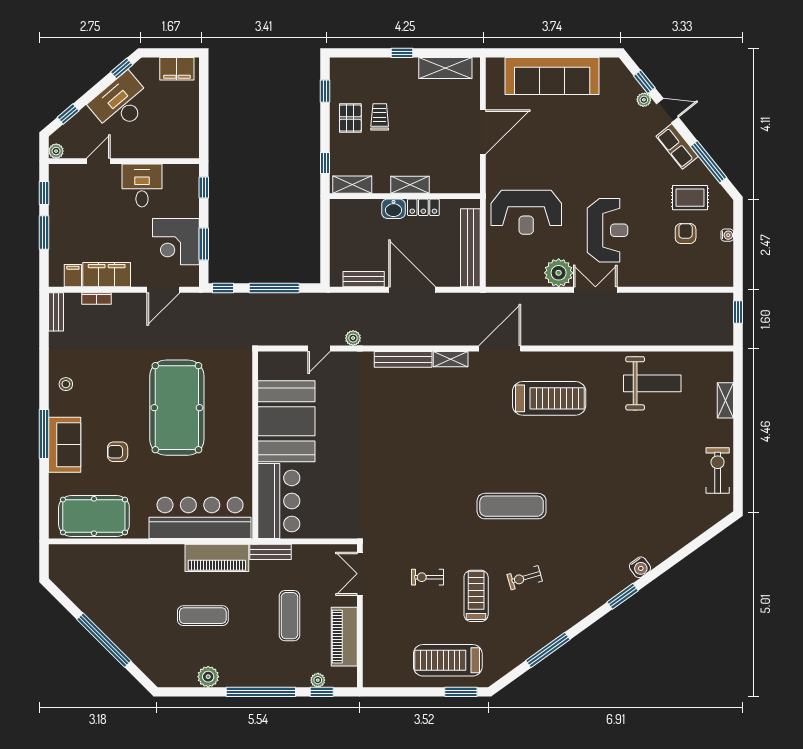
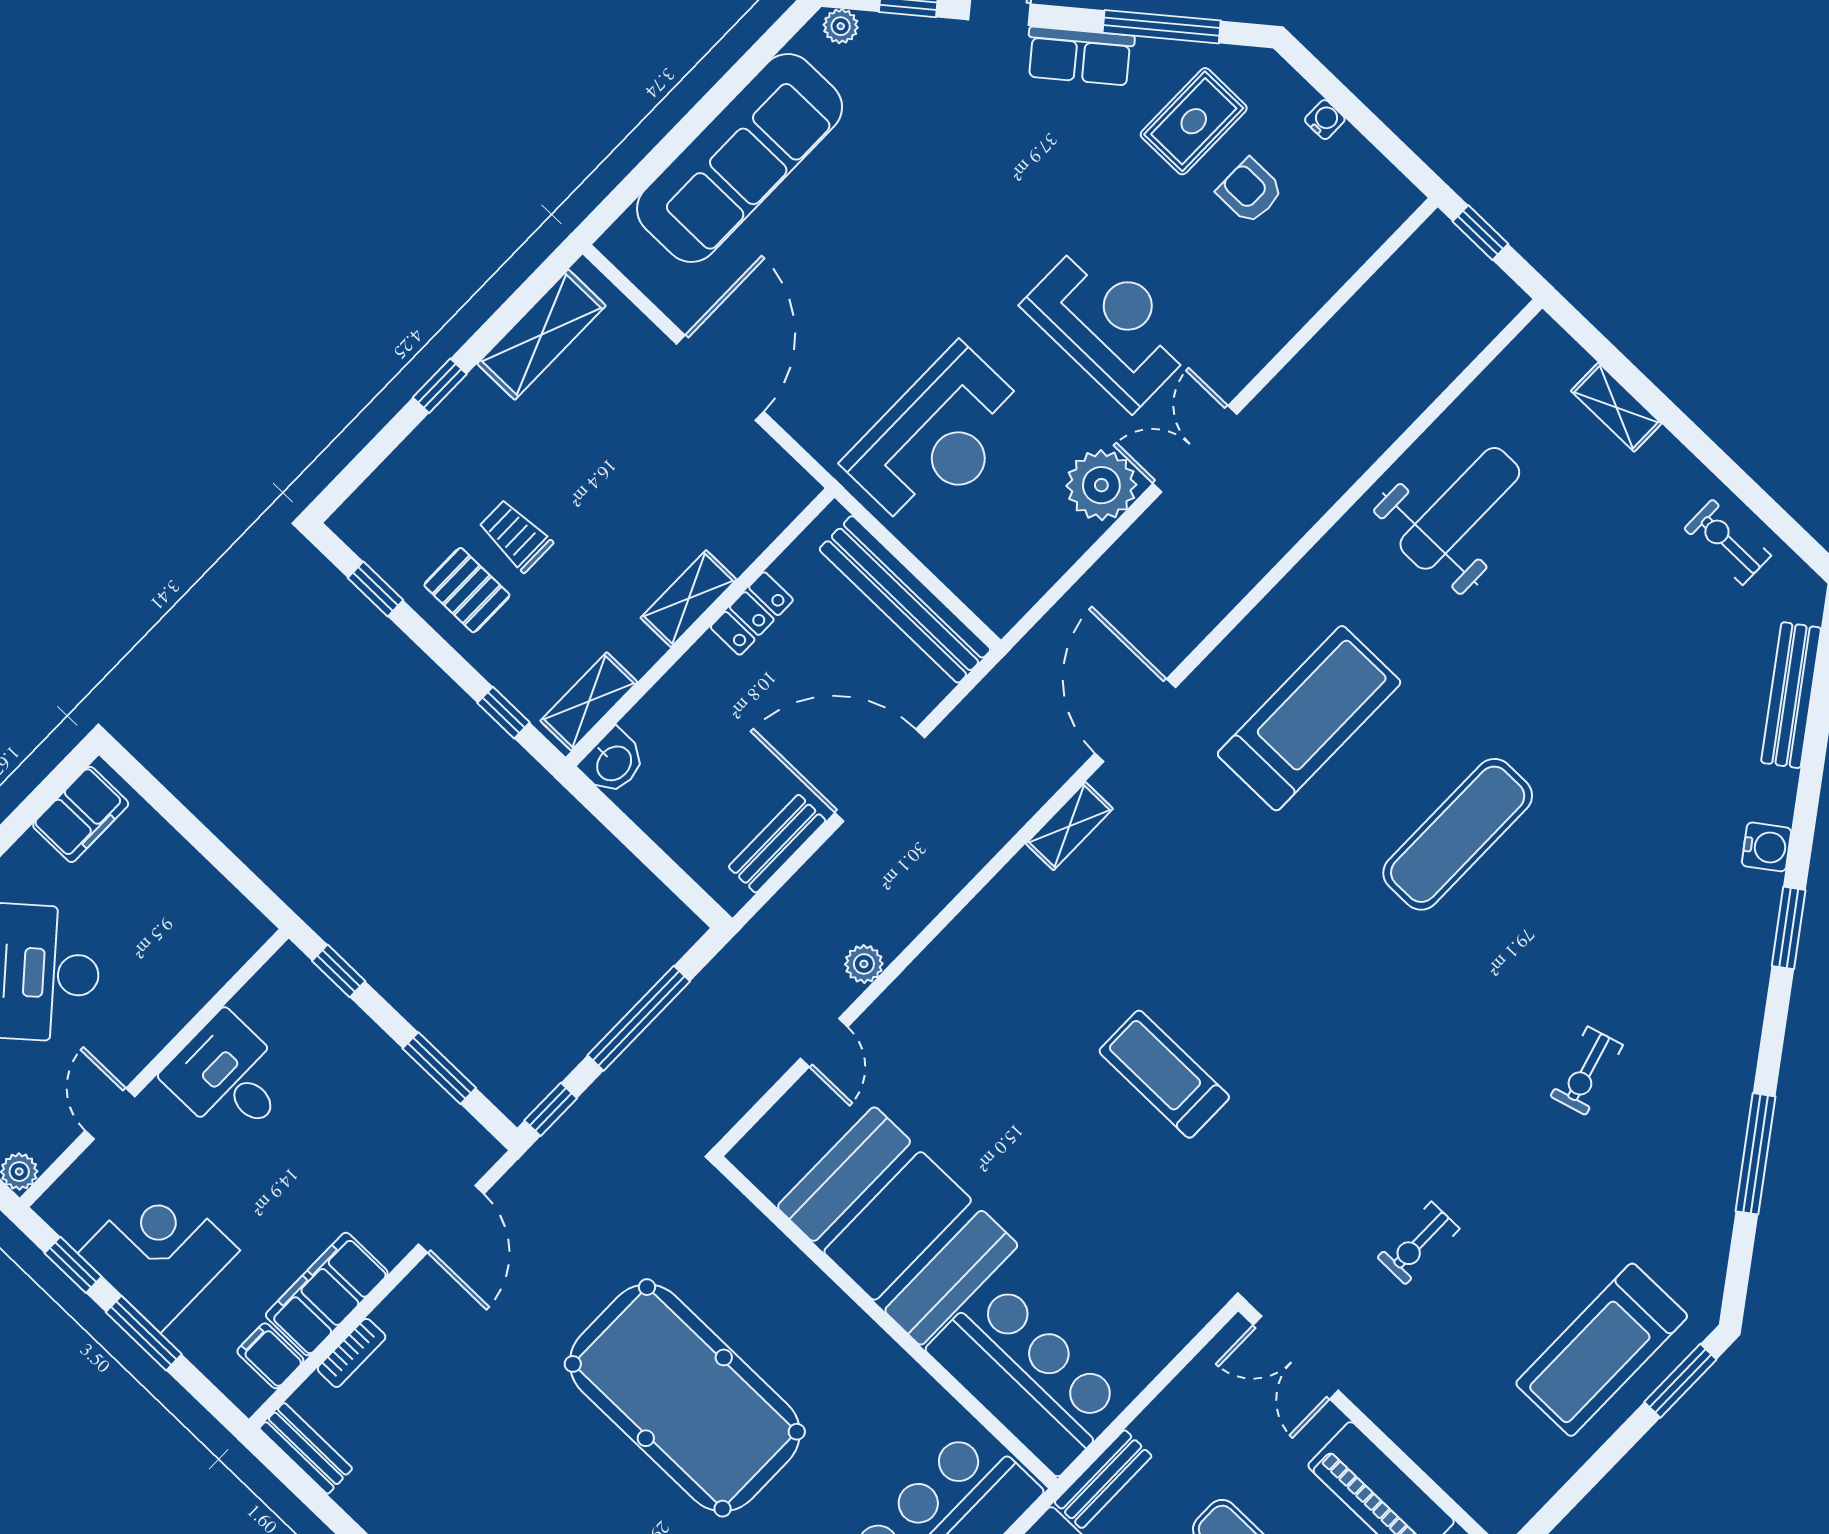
plant: (644, 100) -> (841, 26), moved
washbasin: (393, 209) -> (613, 762), moved
corner desk: (176, 242) -> (159, 1252), moved, turned 180
bench: (403, 359) -> (1791, 695), moved, turned -36
exercise bike: (718, 470) -> (1728, 542), width x0.73, depth x0.72
exercise mat: (512, 506) -> (1458, 834), moved
treadmill: (476, 596) -> (1164, 1074), moved

